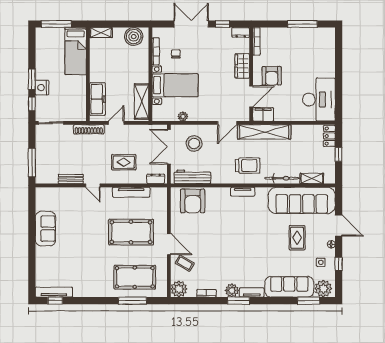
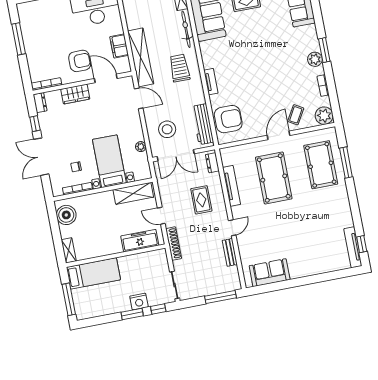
filing cabinet: (263, 114) -> (119, 46), moved
tv unit: (243, 192) -> (211, 82), moved
sofa: (45, 229) -> (270, 273), moved
tv unit: (252, 292) -> (313, 38), removed

